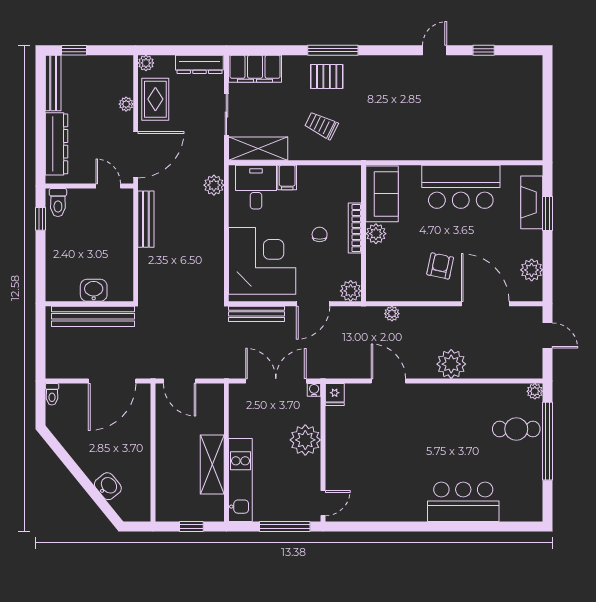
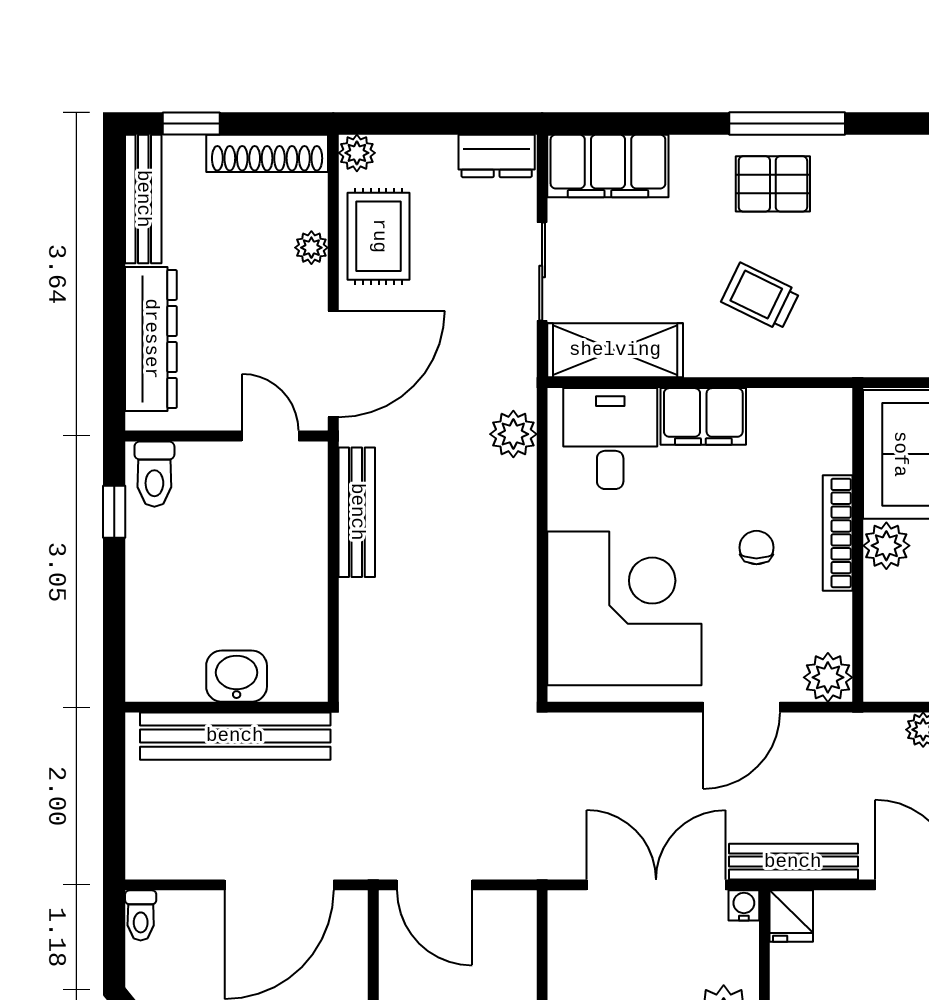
shoe rack: (107, 63) -> (267, 153), added
dresser: (199, 64) -> (497, 156), width x0.70
filing cabinet: (287, 177) -> (703, 416), width x2.00
bench: (256, 314) -> (793, 862), moved

